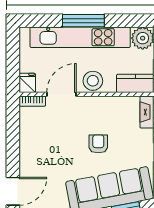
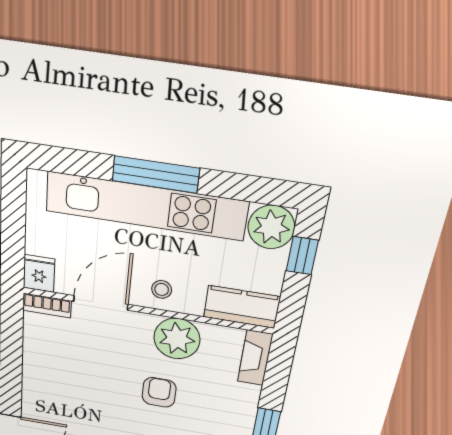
stool: (93, 81) -> (162, 289), width x0.53, depth x0.53
plant: (104, 108) -> (177, 339), added

